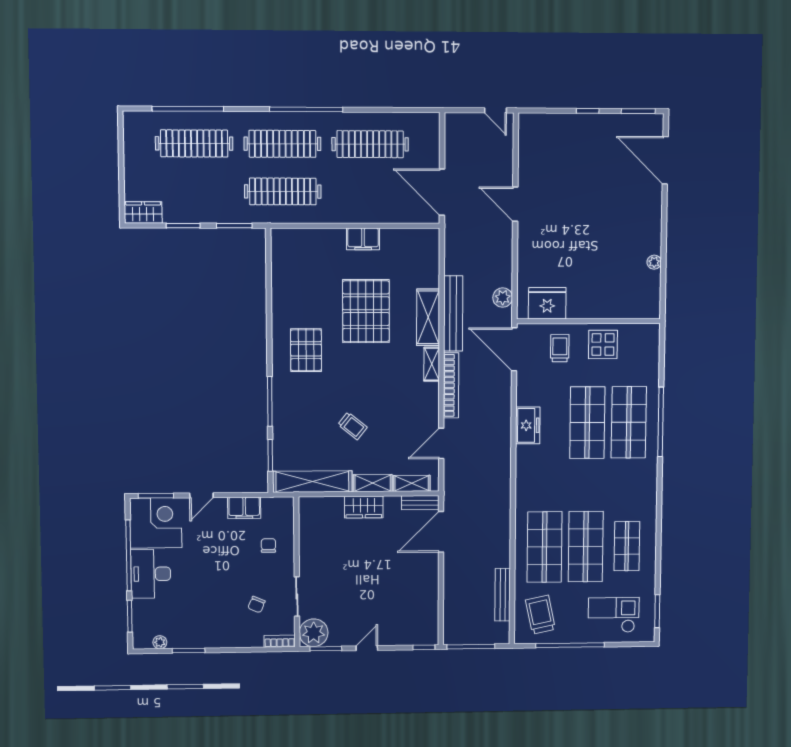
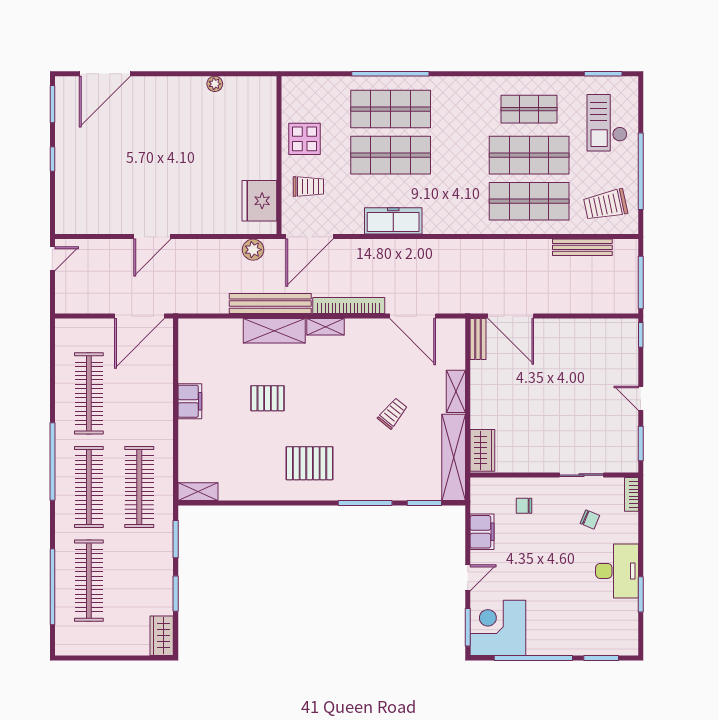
pallet: (366, 311) -> (268, 398), width x0.49, depth x0.50
trolley: (560, 348) -> (308, 187), turned 180
freezer: (528, 425) -> (393, 221), width x1.40
door: (441, 443) -> (413, 316), width x1.36
shelving: (412, 483) -> (198, 492), moved, turned 90
door: (201, 495) -> (468, 578), hinge flipped
wardrobe: (364, 507) -> (482, 450), moved
desk: (151, 574) -> (617, 571), moved, turned -90
plant: (314, 633) -> (622, 457), removed
plant: (160, 642) -> (631, 626), removed

